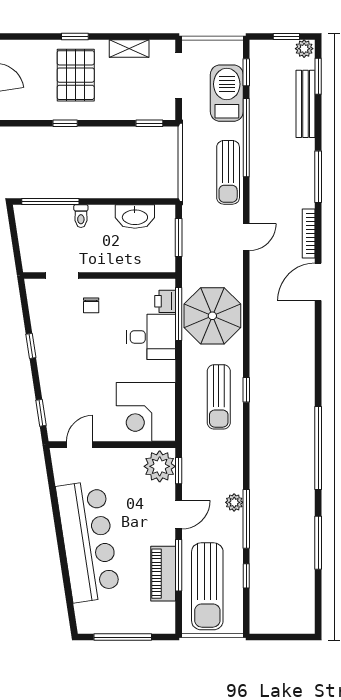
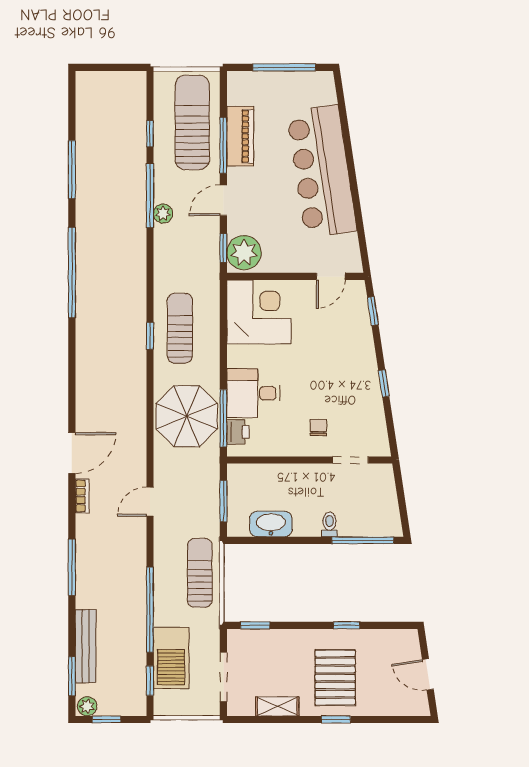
sun lounger: (228, 172) -> (200, 573), moved
bookcase: (309, 234) -> (82, 496), width x0.64

